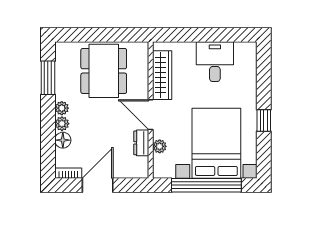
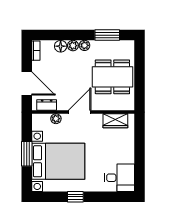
desk: (215, 62) -> (119, 178), moved
wardrobe: (162, 75) -> (115, 121), width x0.67
dresser: (141, 143) -> (47, 105), moved
door: (98, 185) -> (27, 83), moved
window: (206, 185) -> (27, 154), width x0.47

